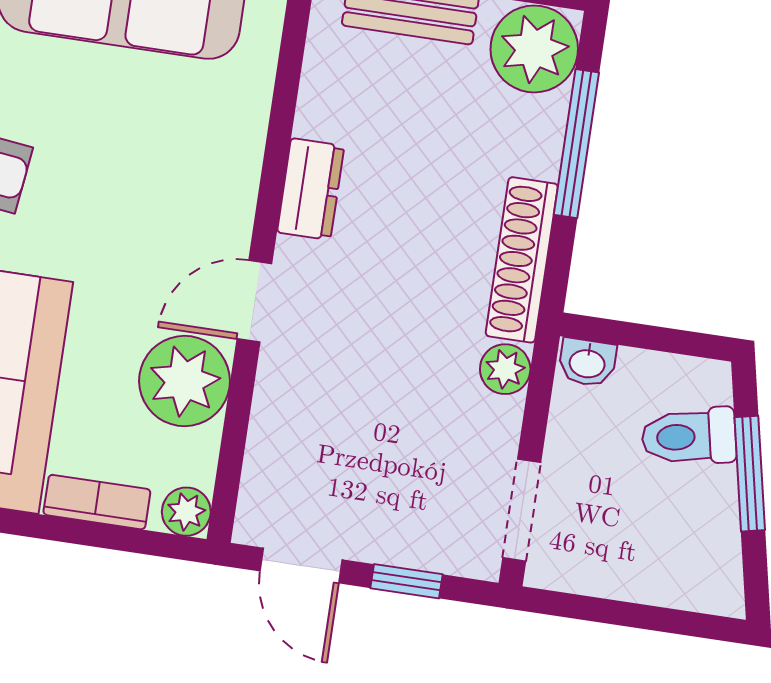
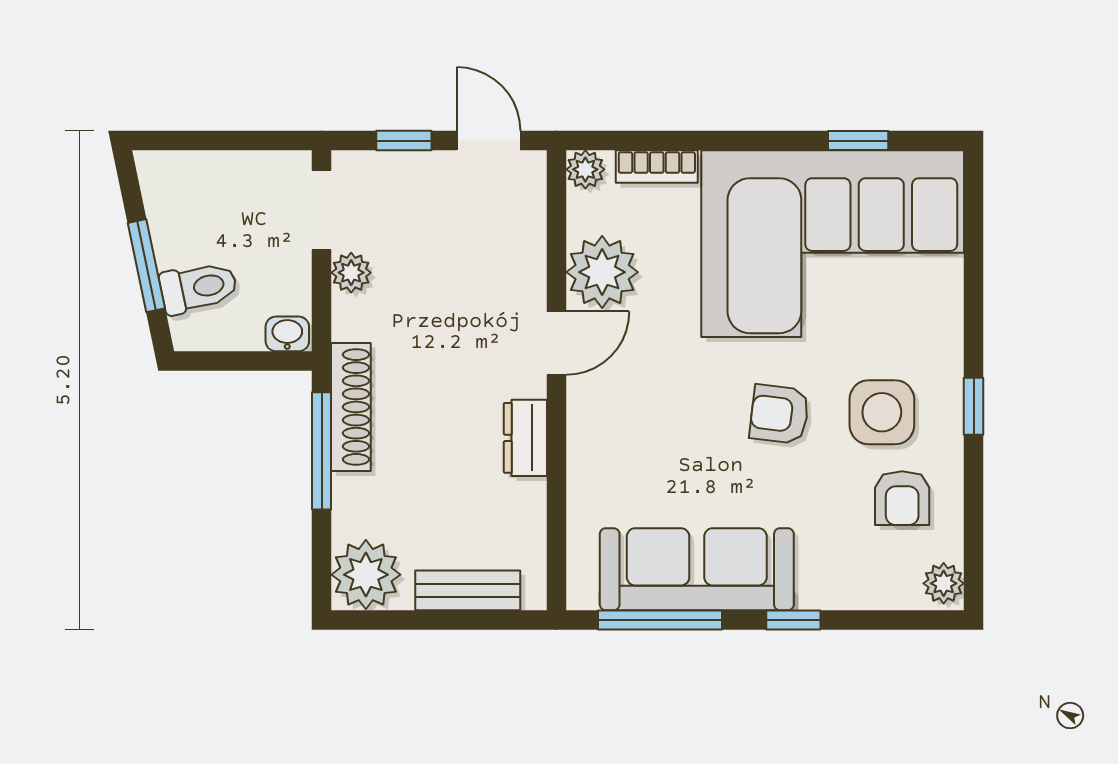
window: (576, 144) -> (322, 451), moved
plant: (505, 369) -> (351, 273), moved

